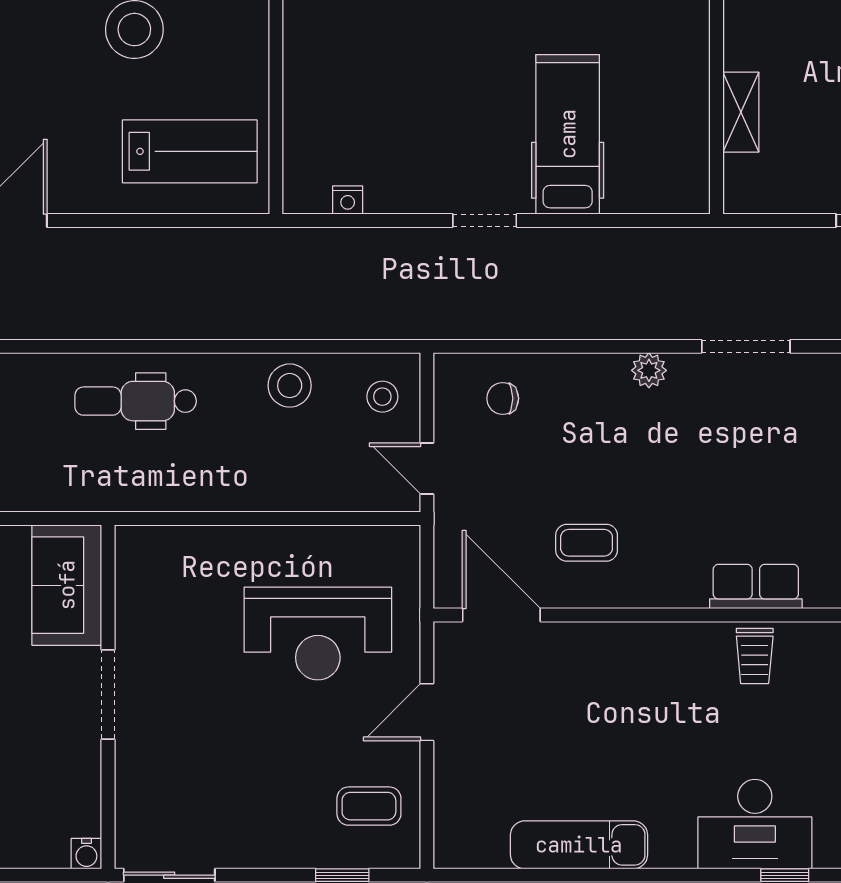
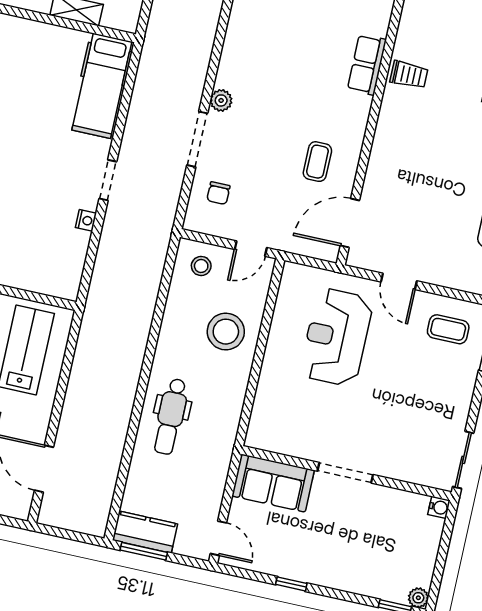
hospital bed: (568, 134) -> (102, 86), moved, turned -90
nightstand: (348, 200) -> (86, 220), moved
doorway: (746, 346) -> (197, 139), moved
stool: (290, 386) -> (226, 332), moved, width x1.38, depth x1.38
reception desk: (318, 634) -> (336, 337), turned 180
coffee table: (369, 806) -> (448, 329), turned 90

